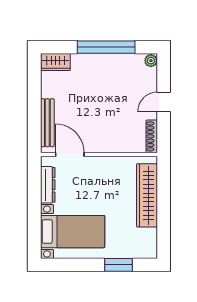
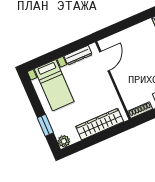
bench: (47, 123) -> (119, 37), removed
plant: (149, 250) -> (64, 141), added

